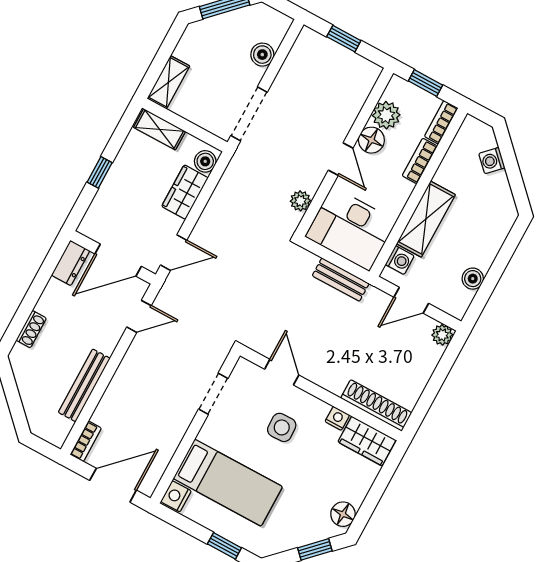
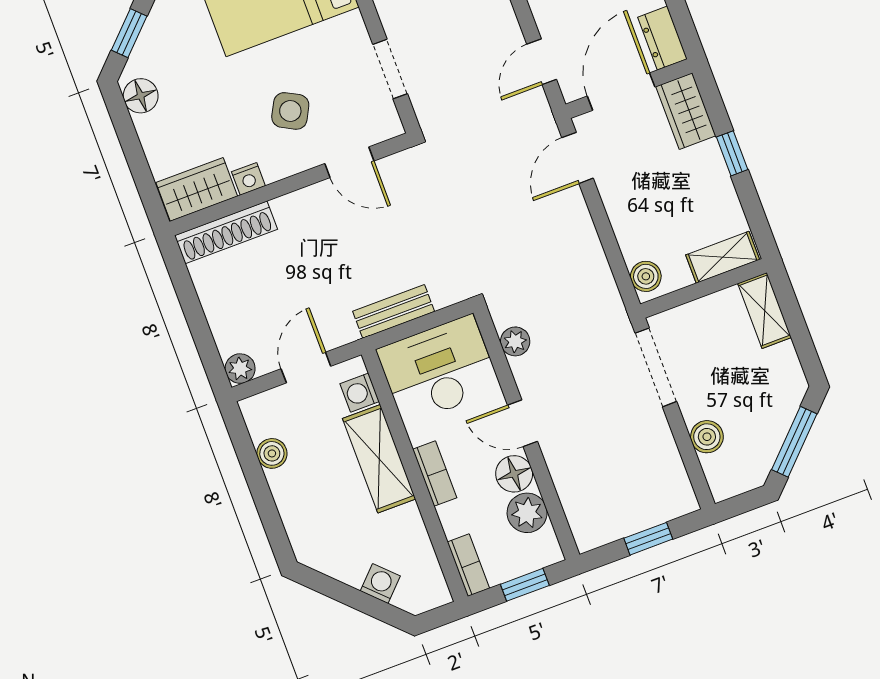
bookcase: (420, 161) -> (435, 473), moved
wardrobe: (185, 192) -> (686, 111), moved, turned 180
side table: (282, 427) -> (290, 111), turned 30

